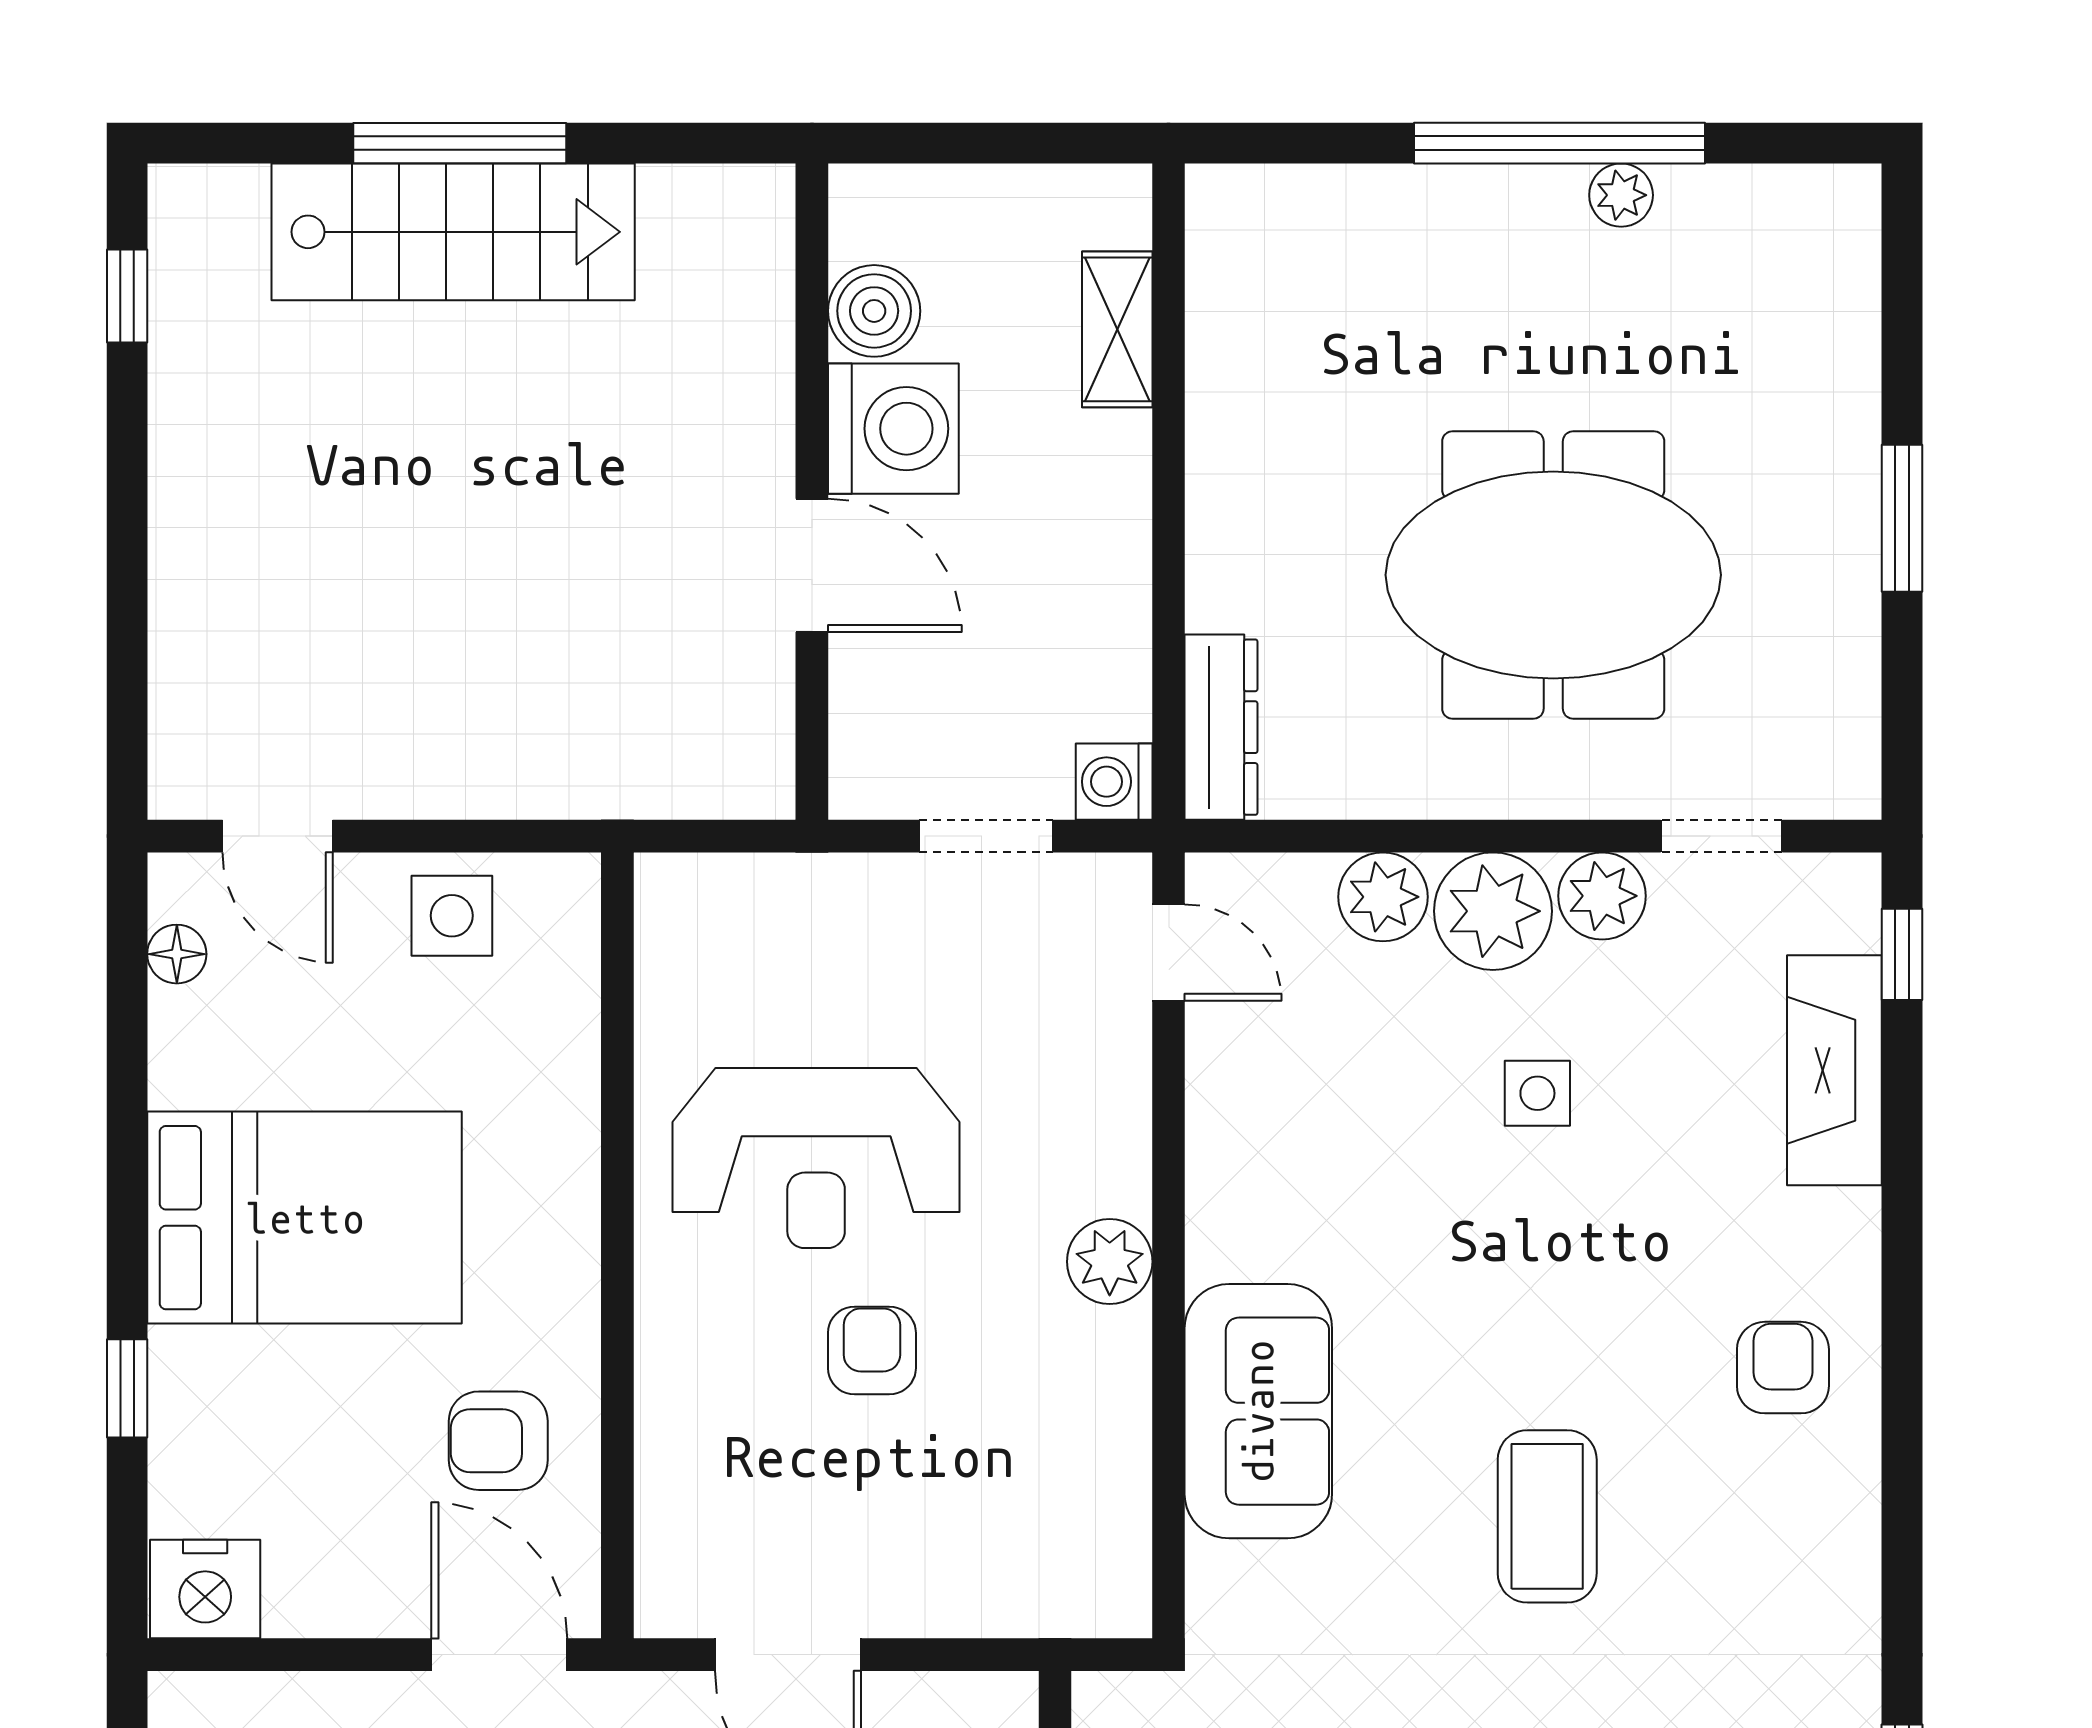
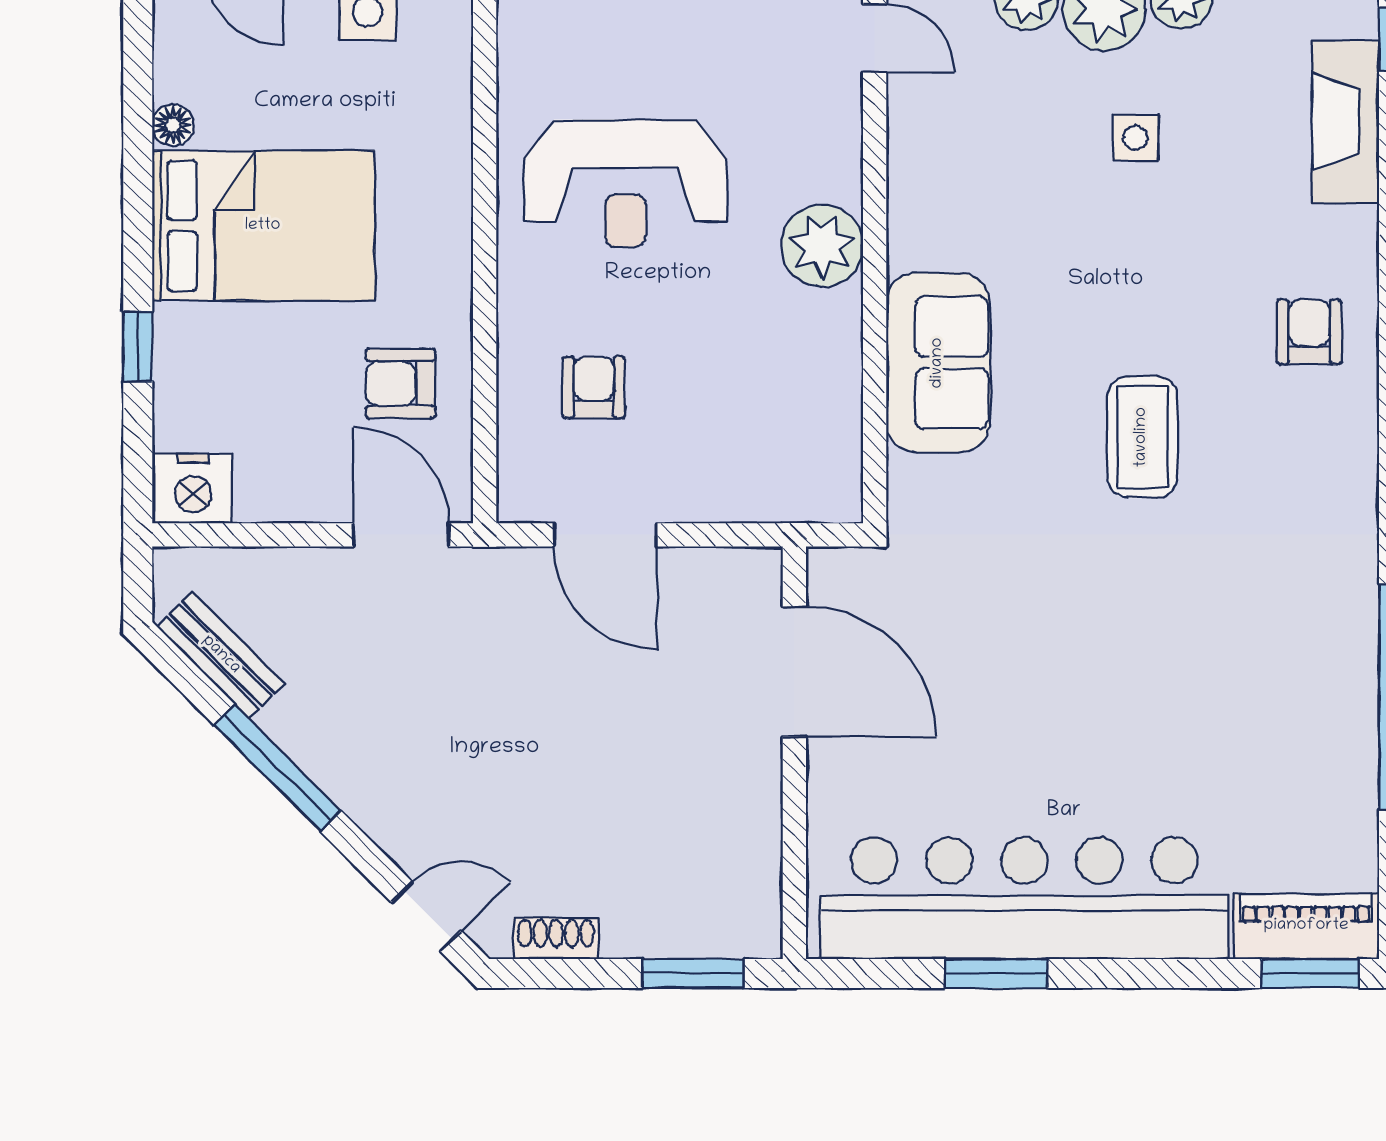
floor lamp: (177, 954) -> (173, 125), moved
plant: (1110, 1262) -> (822, 246), width x1.36, depth x1.36
armchair: (872, 1350) -> (594, 387), moved

